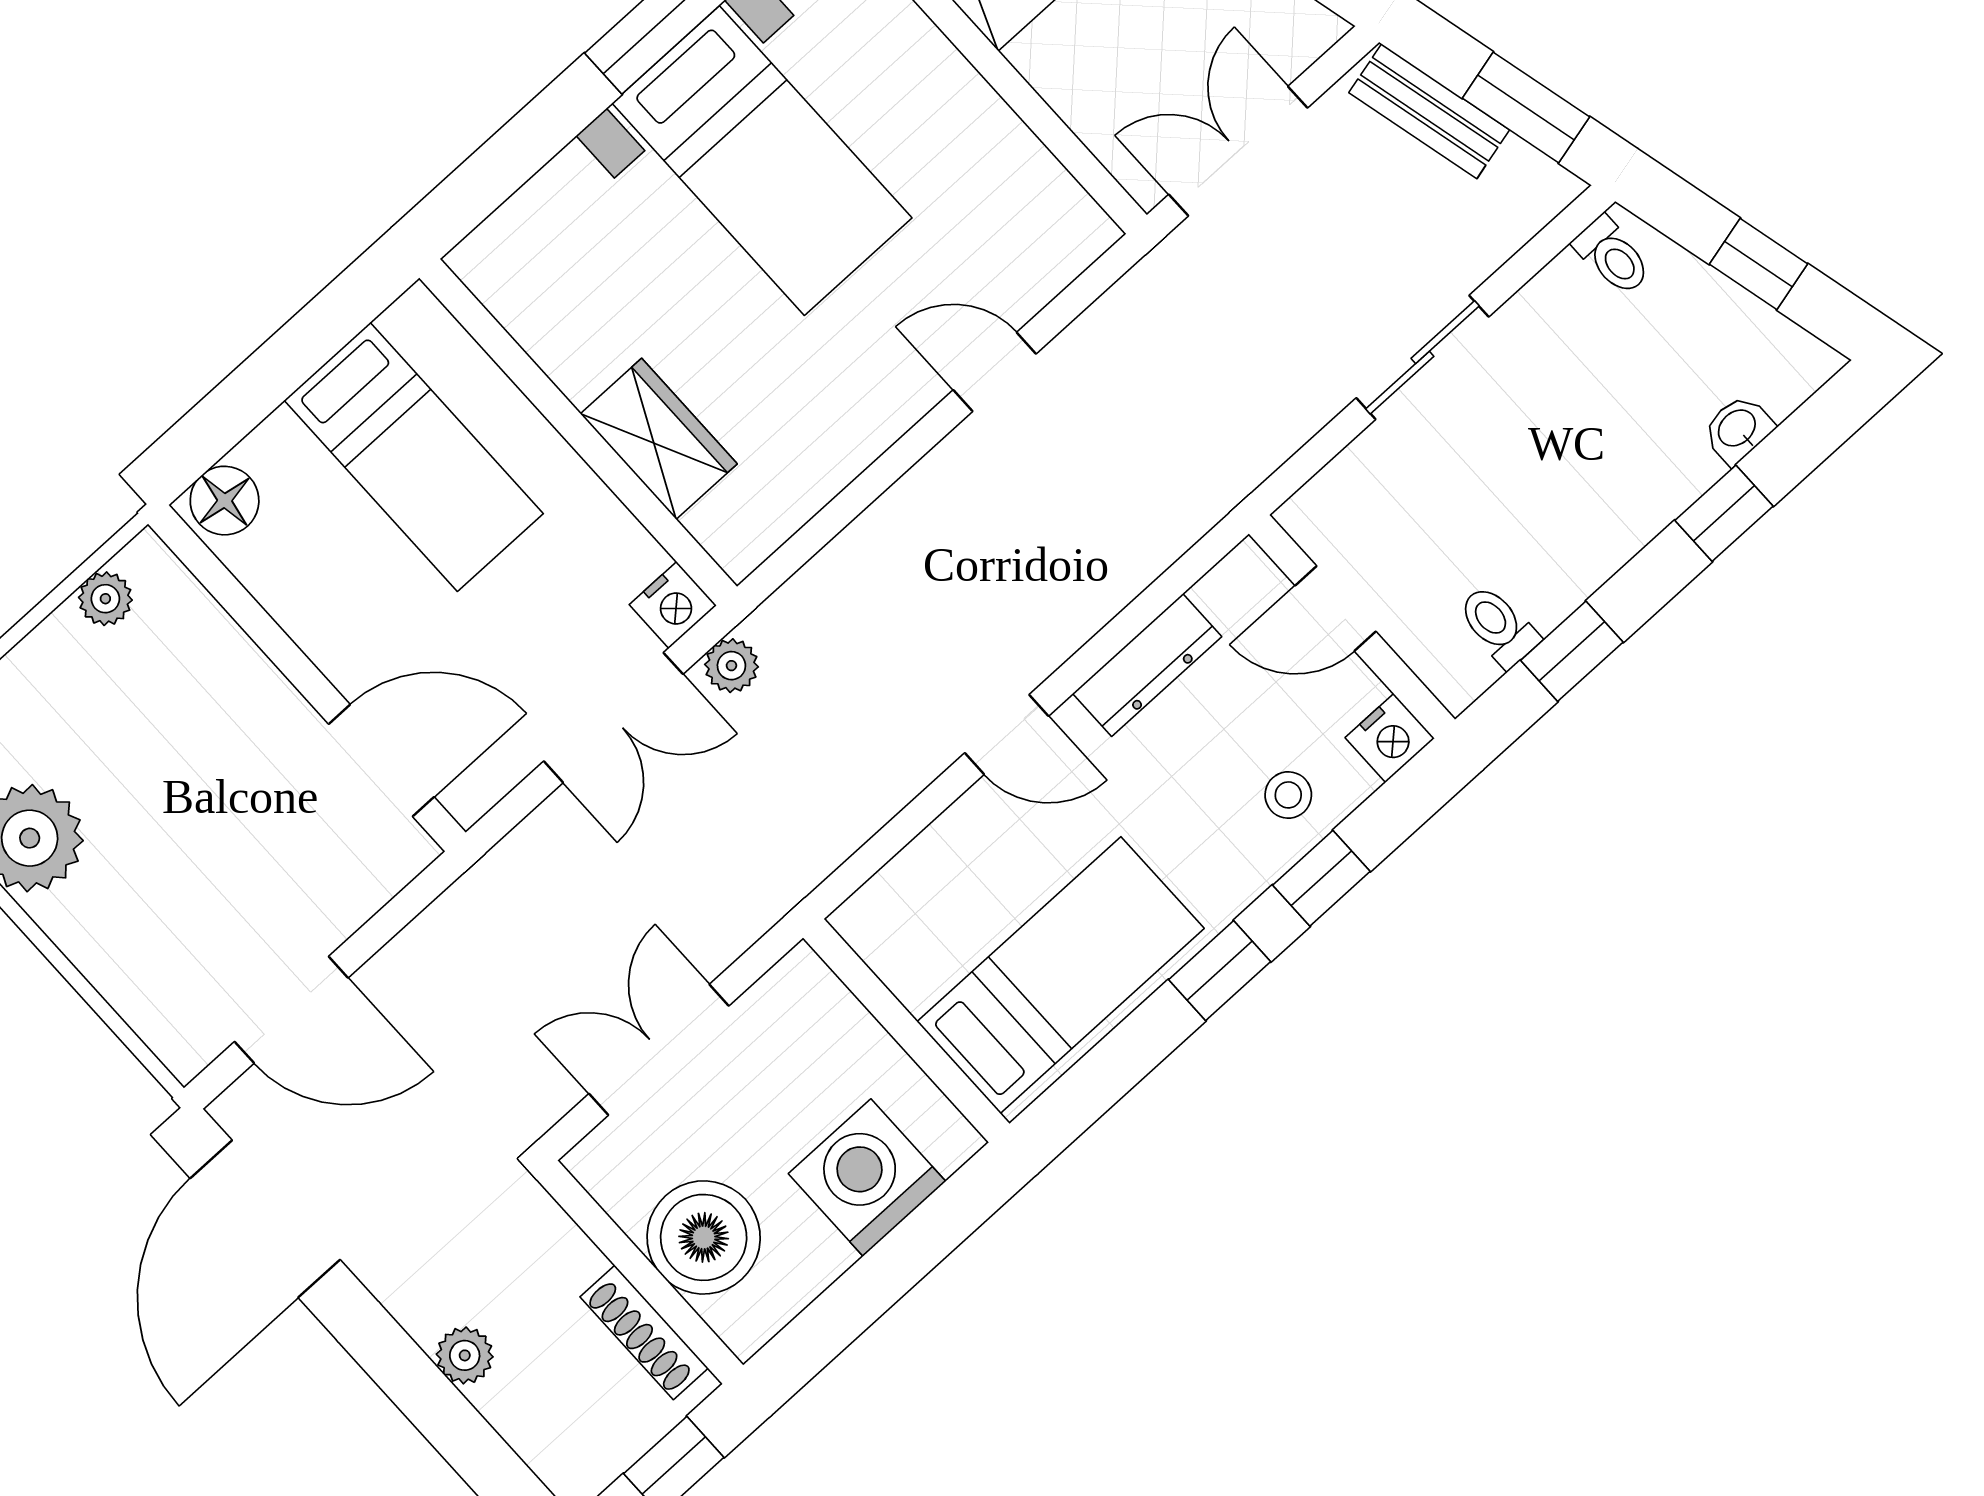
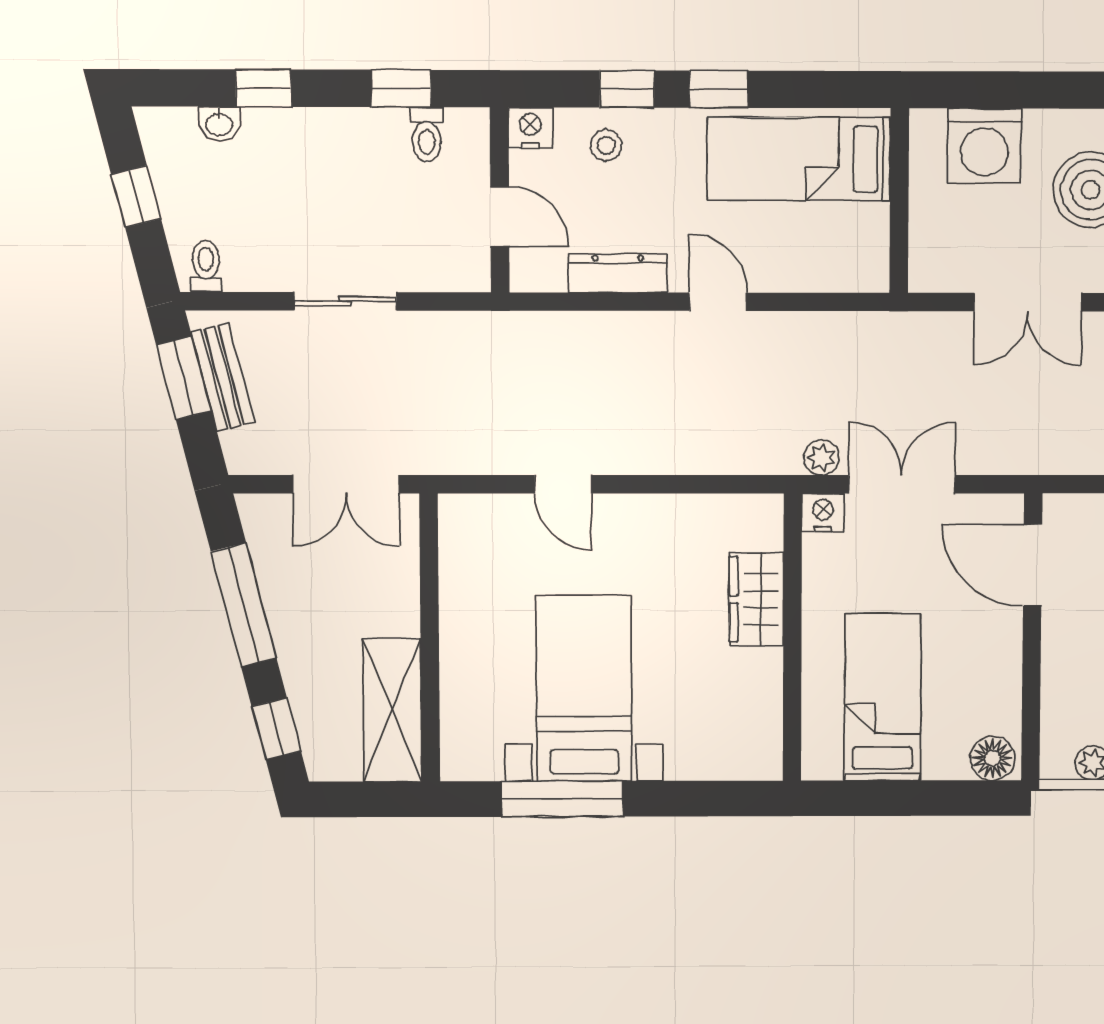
bench: (1429, 111) -> (223, 377), moved

